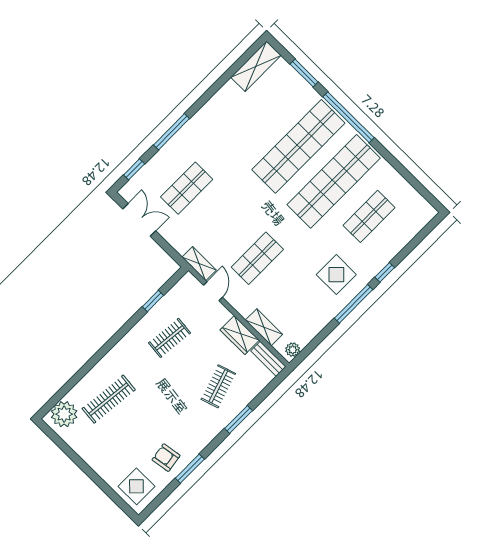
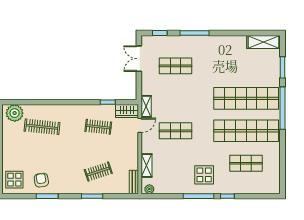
double door: (139, 220) -> (139, 59), swing flipped
wardrobe: (240, 335) -> (127, 111), moved, turned -90

